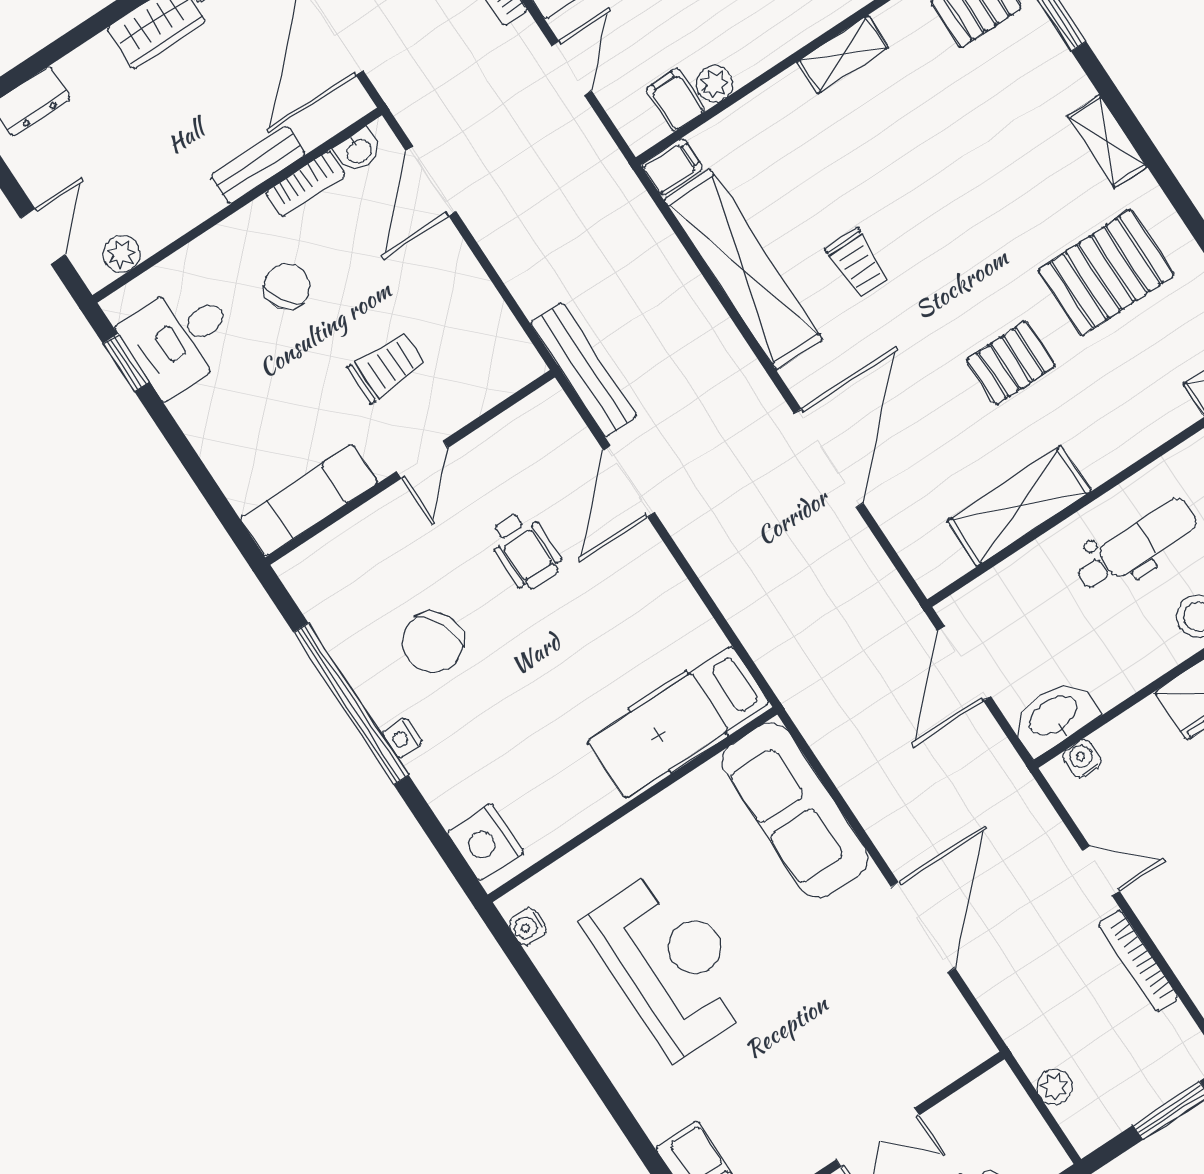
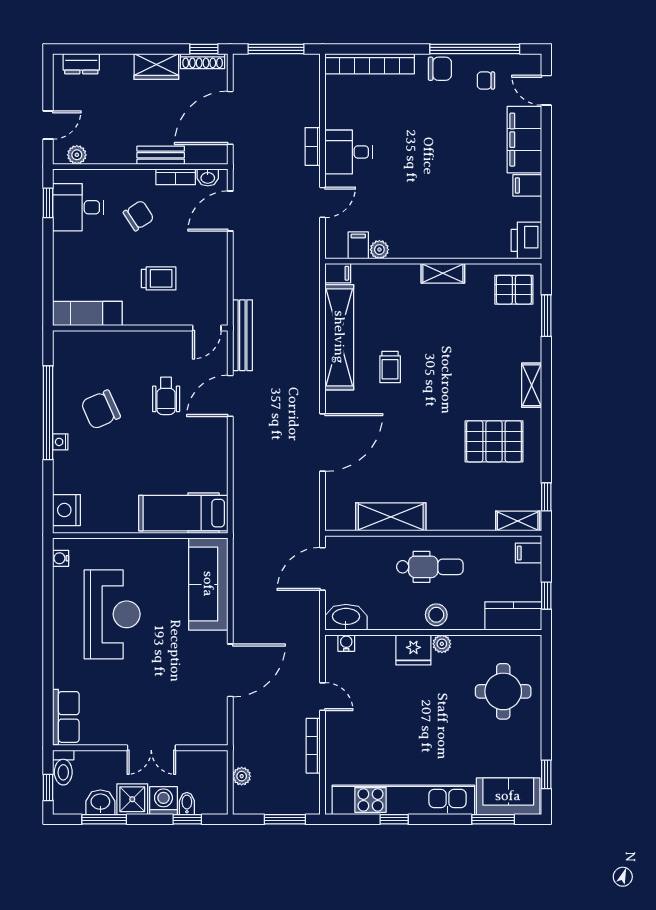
pallet: (1011, 363) -> (428, 453), removed
door: (422, 459) -> (207, 328), moved

